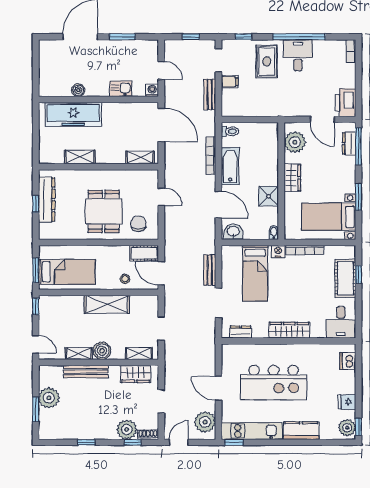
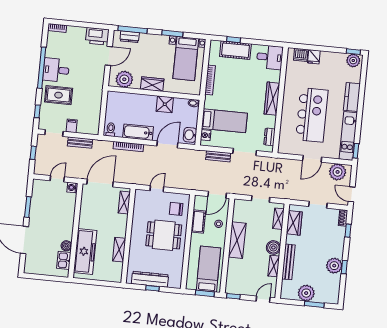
kitchen sink: (121, 89) -> (64, 260), moved
nightstand: (278, 251) -> (206, 135), moved
cot: (144, 253) -> (198, 222), moved
fridge: (347, 402) -> (314, 57), moved
plant: (127, 430) -> (334, 266), moved

